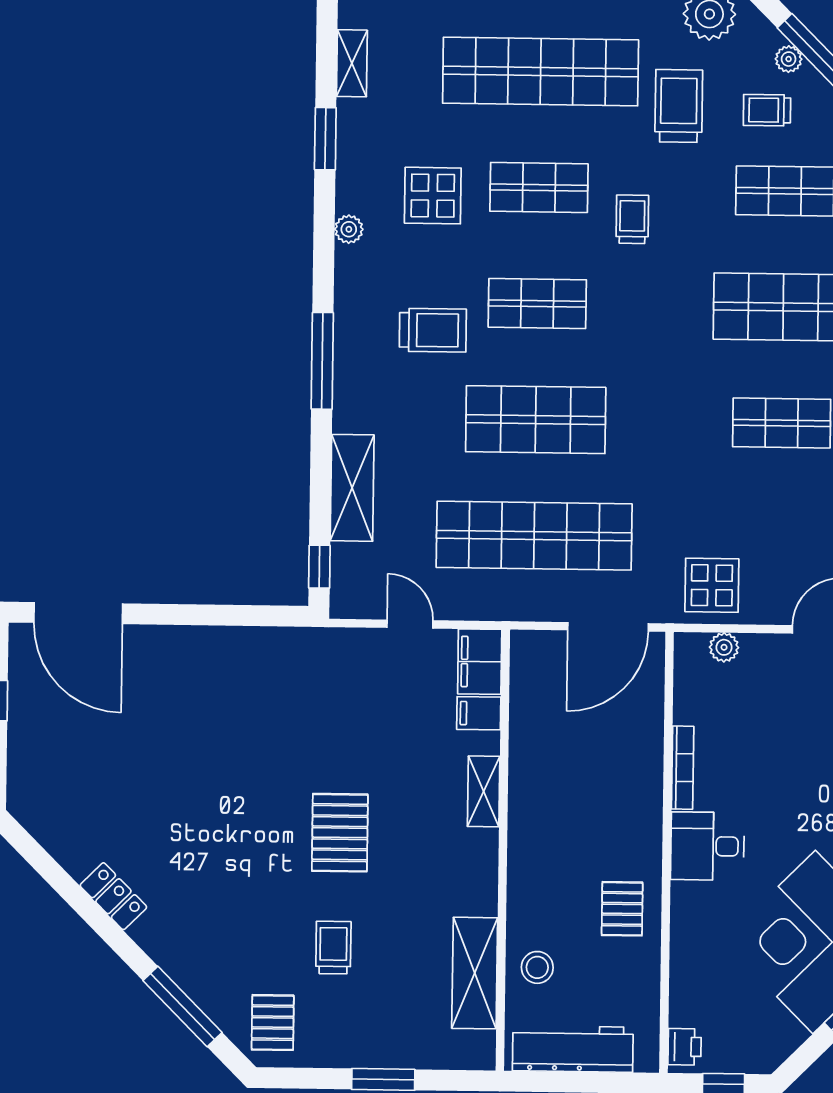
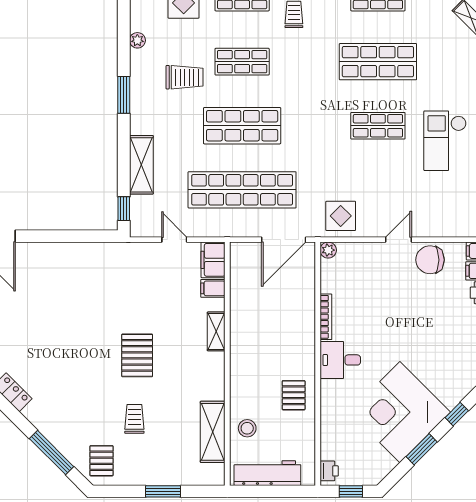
plant: (349, 229) -> (137, 40), moved
window: (322, 361) -> (124, 95), width x0.69
plant: (724, 647) -> (328, 250), moved

